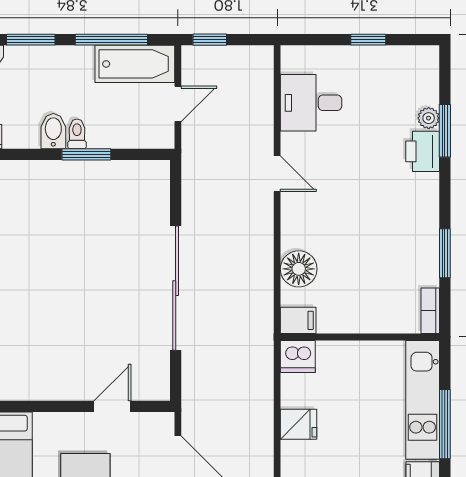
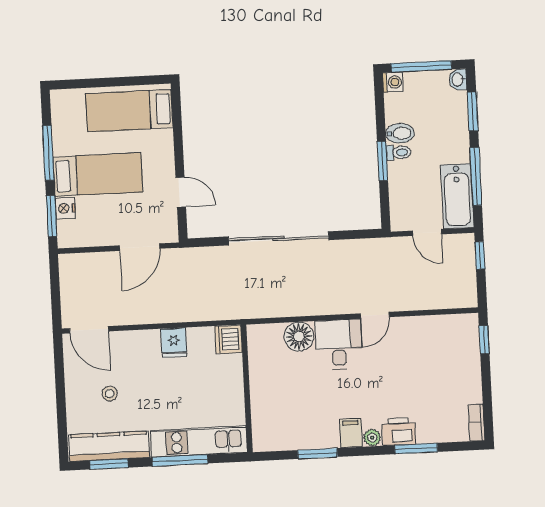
window: (368, 40) -> (484, 340), moved
desk: (311, 103) -> (339, 344), moved
plant: (429, 118) -> (372, 438), moved
bookcase: (430, 311) -> (477, 423), moved, turned -90
filing cabinet: (298, 320) -> (351, 433), moved, turned 180

